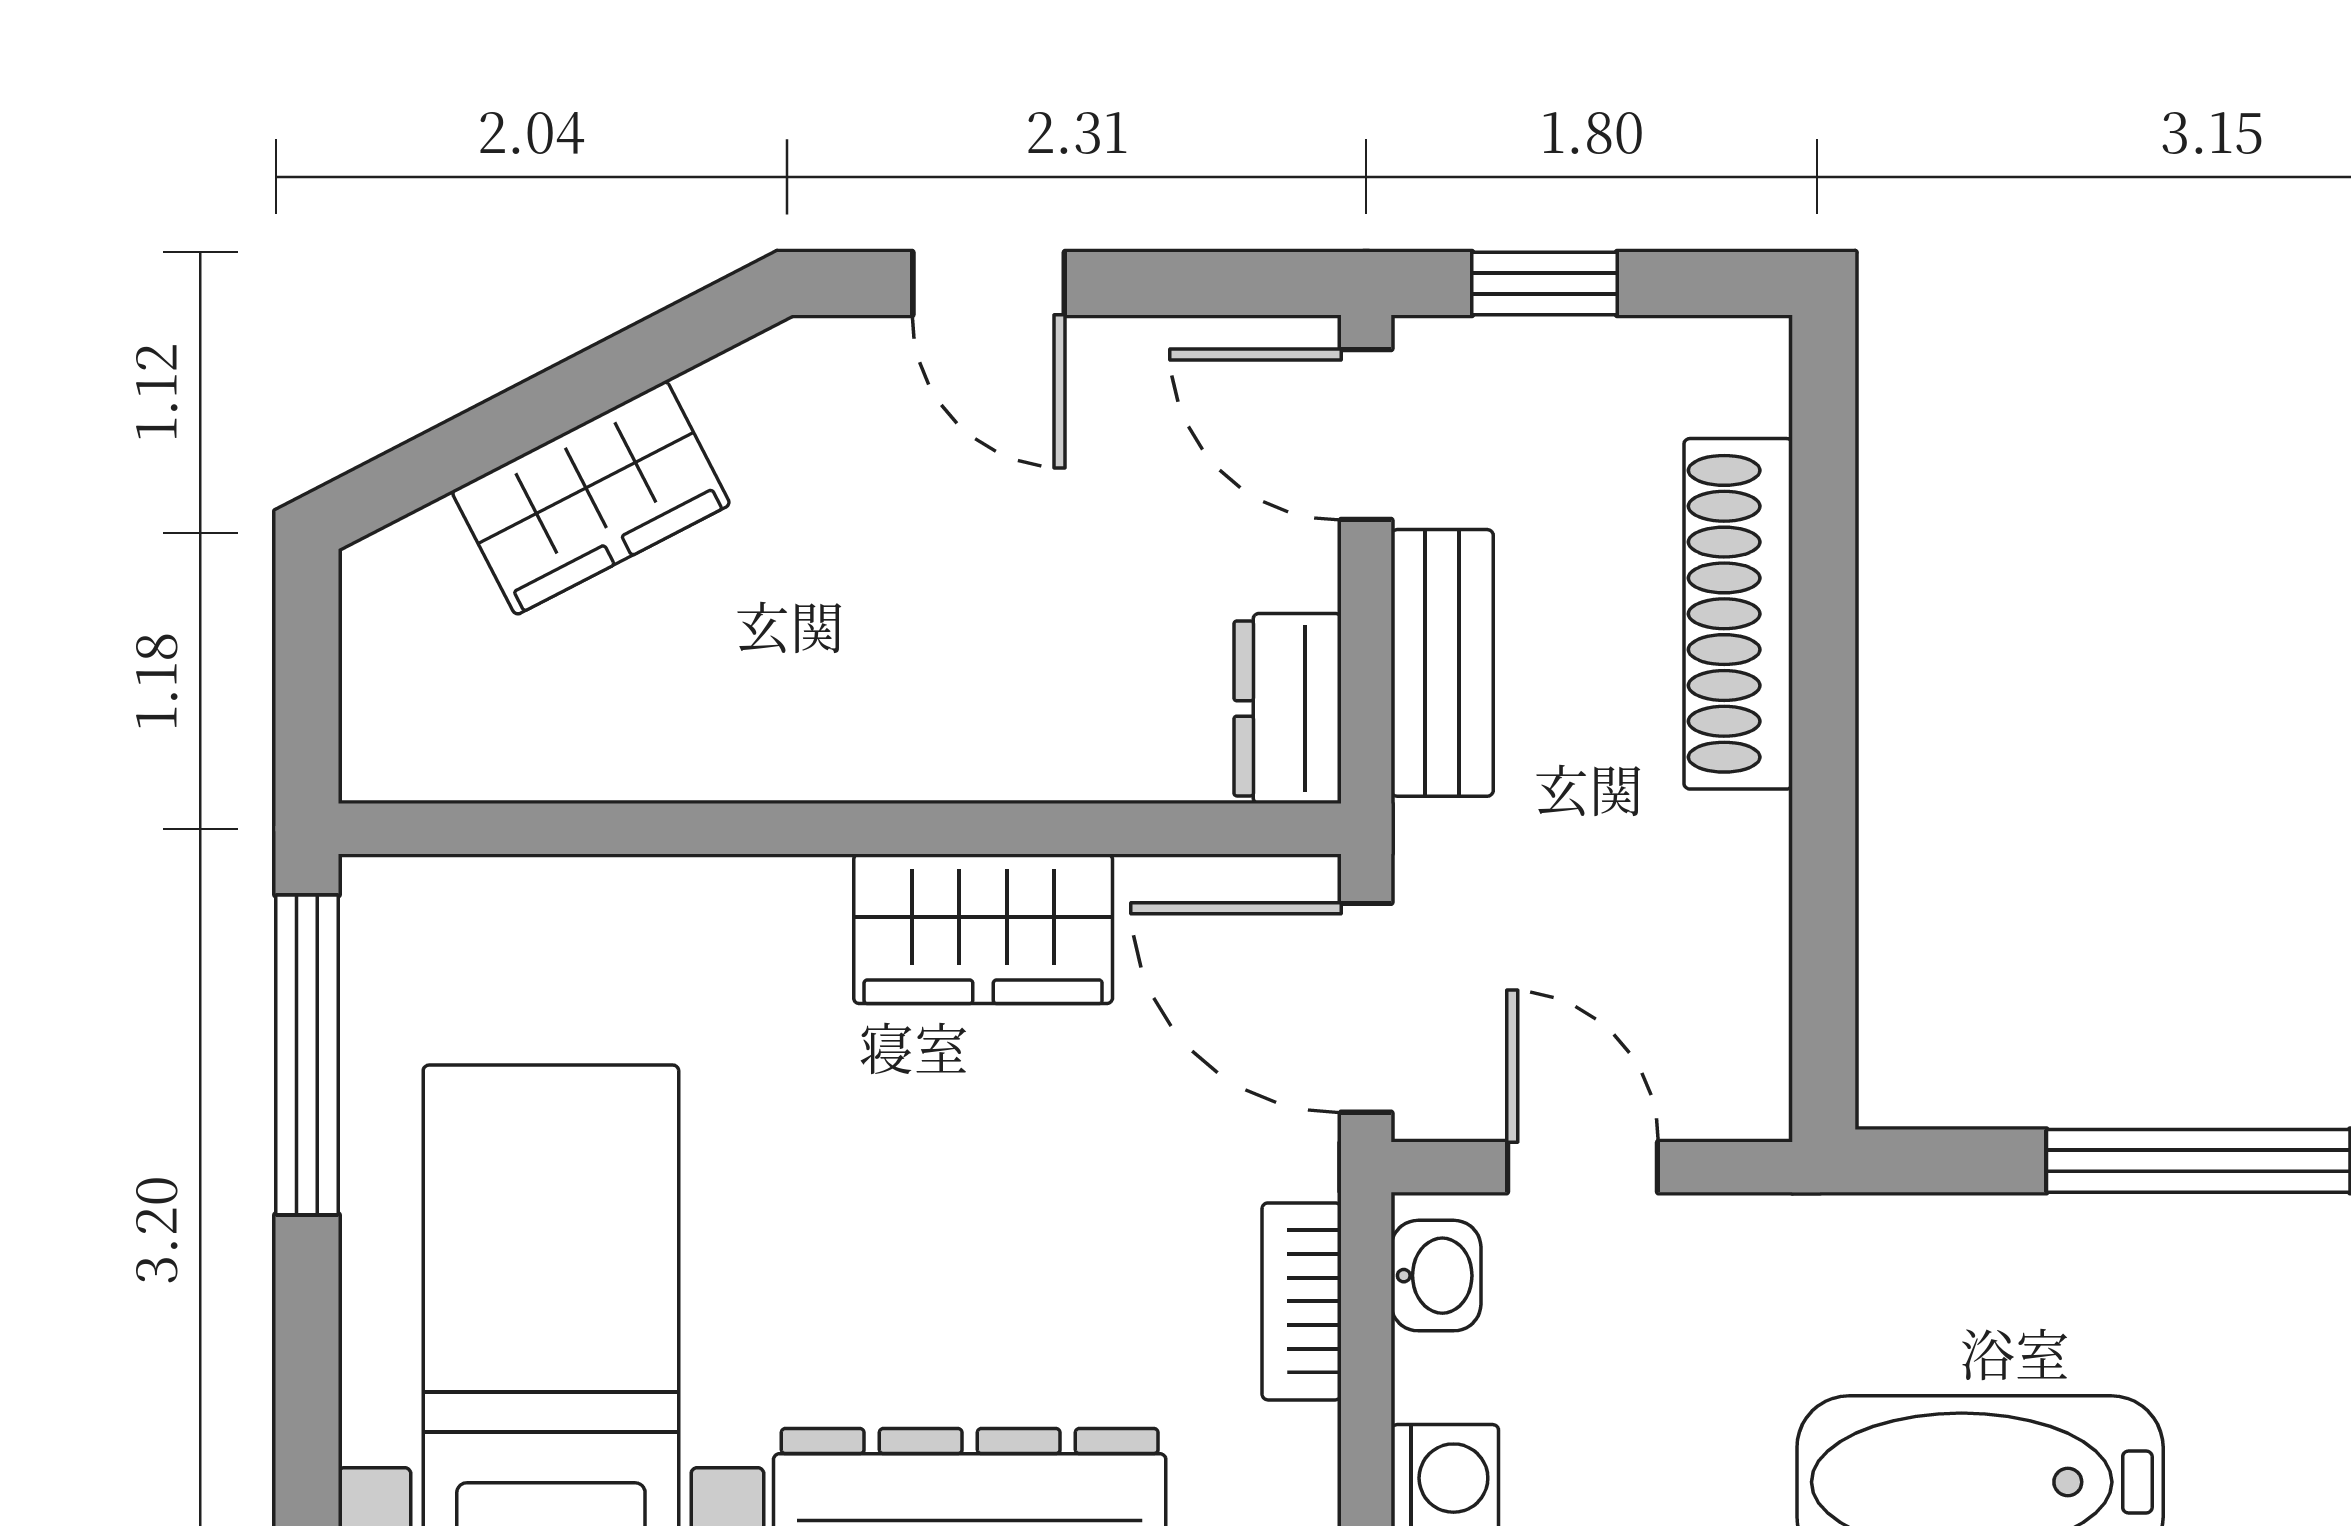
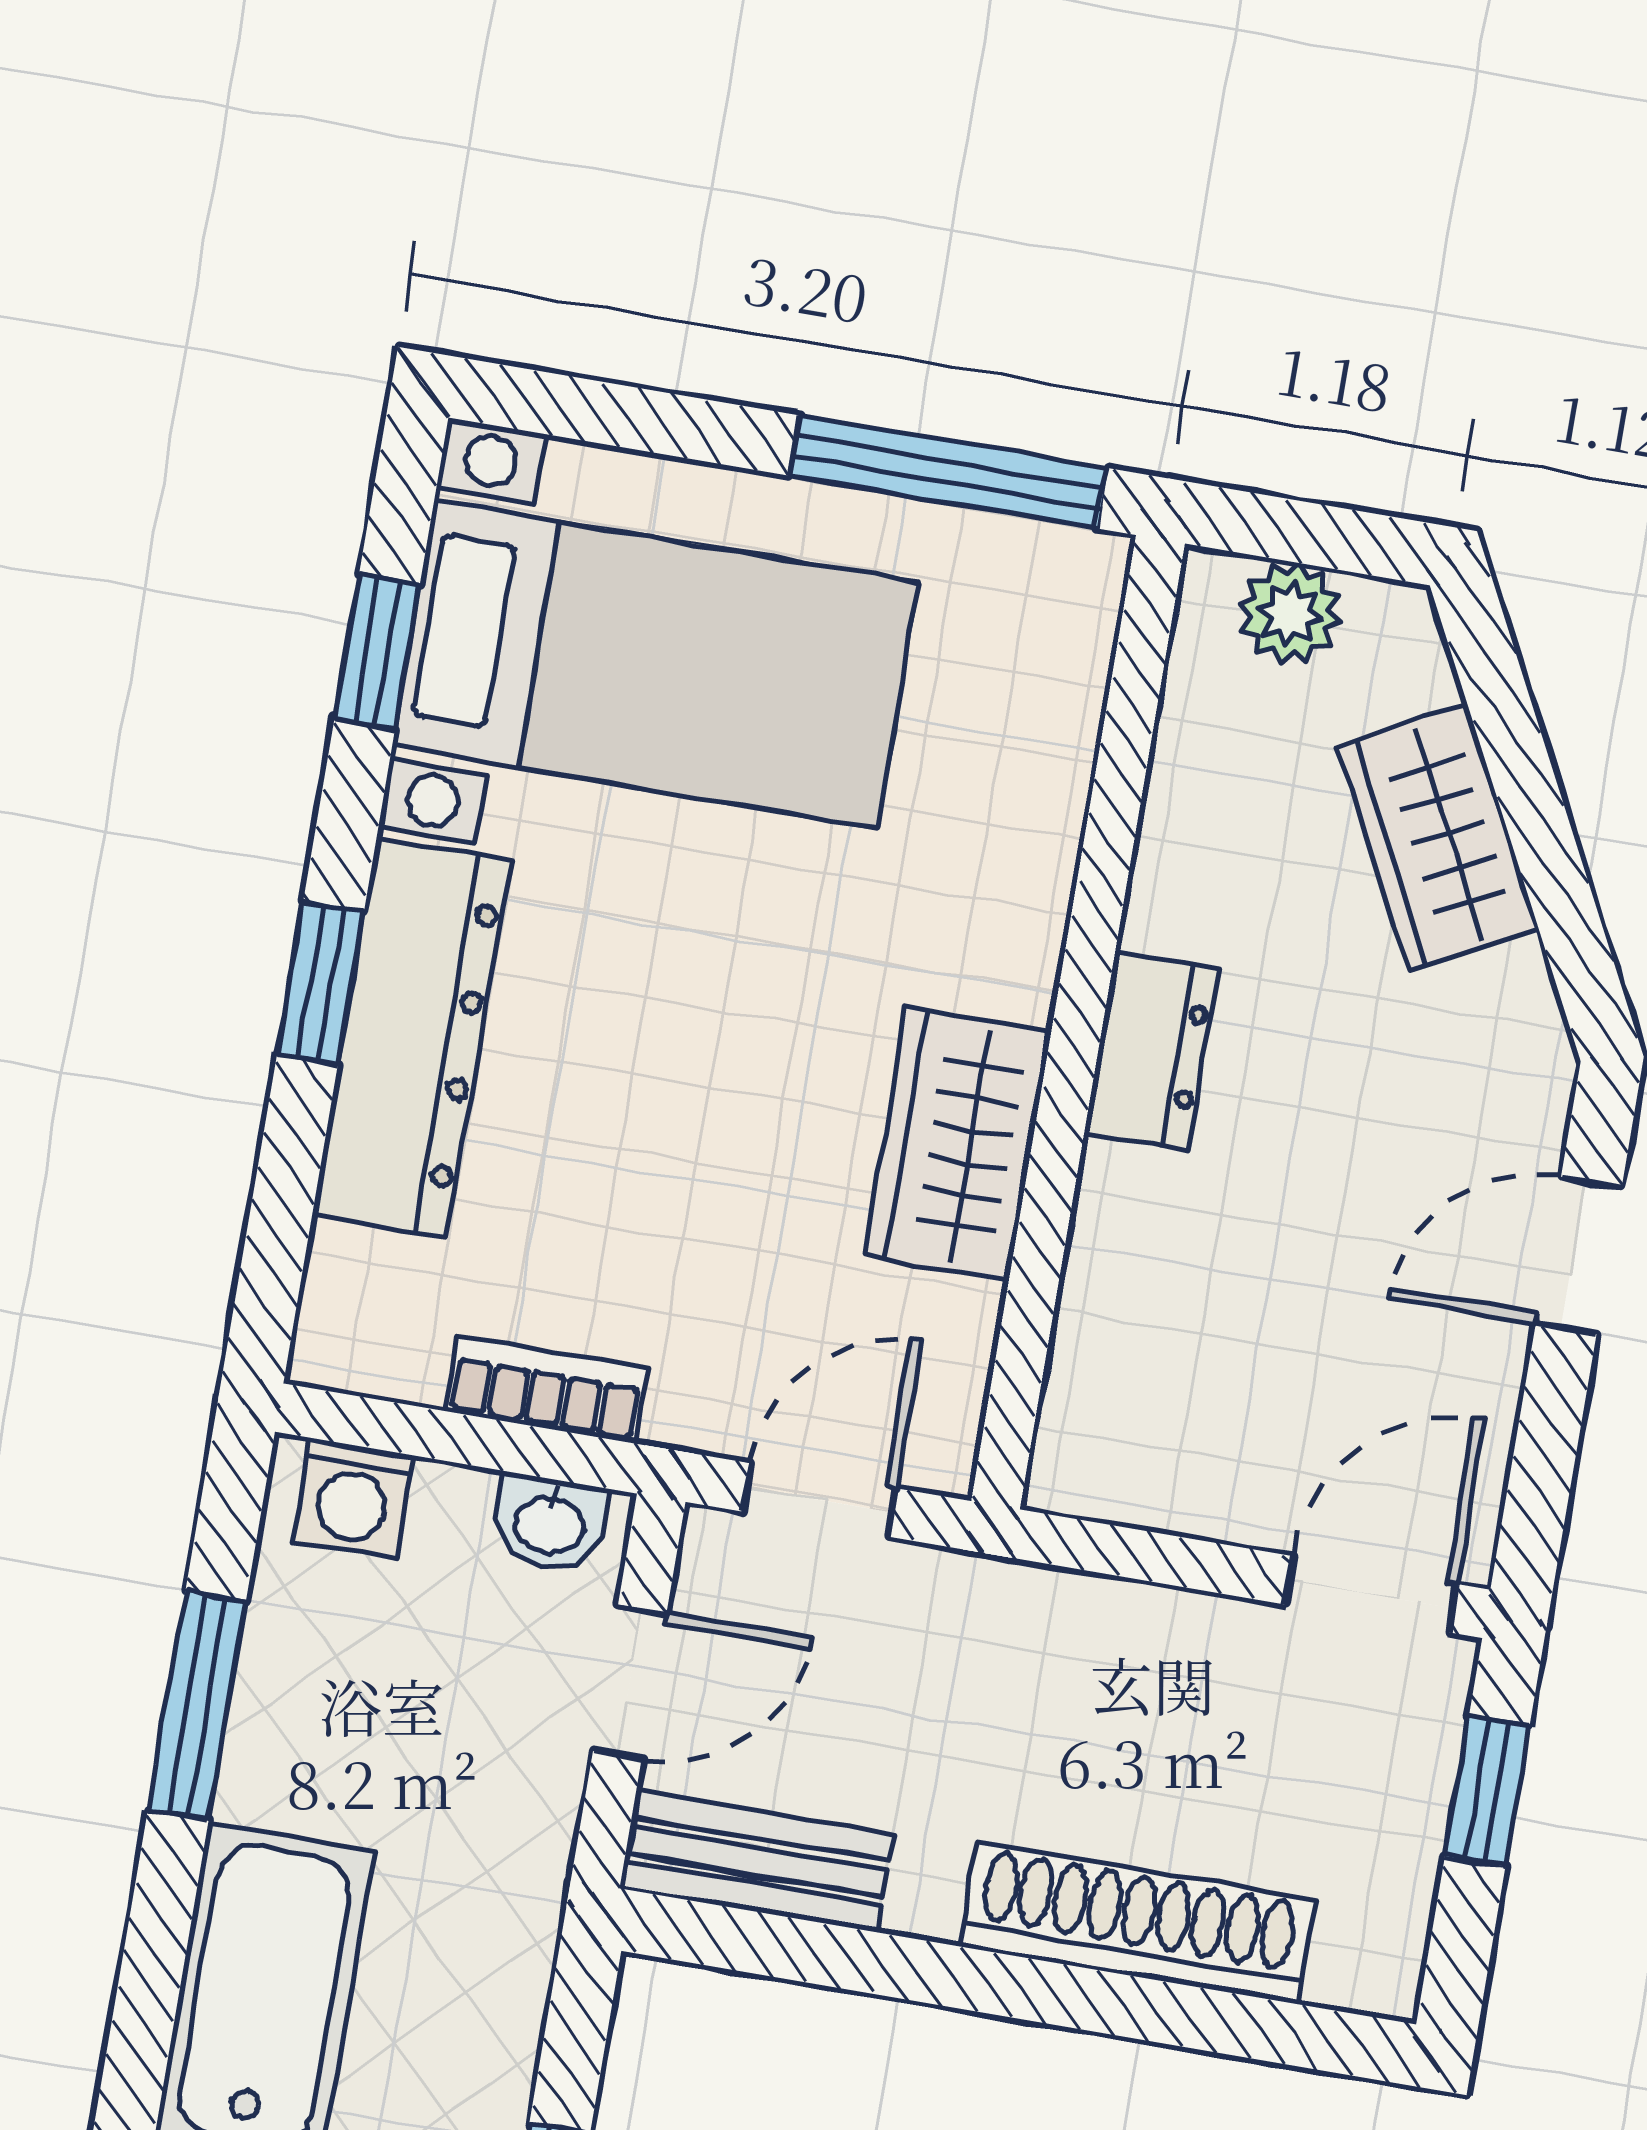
bench: (1442, 663) -> (756, 1861), moved
plant: (391, 685) -> (1290, 613), added
dresser: (1288, 708) -> (1151, 1050), moved, turned 90
door: (1366, 1008) -> (819, 1500), width x0.73

